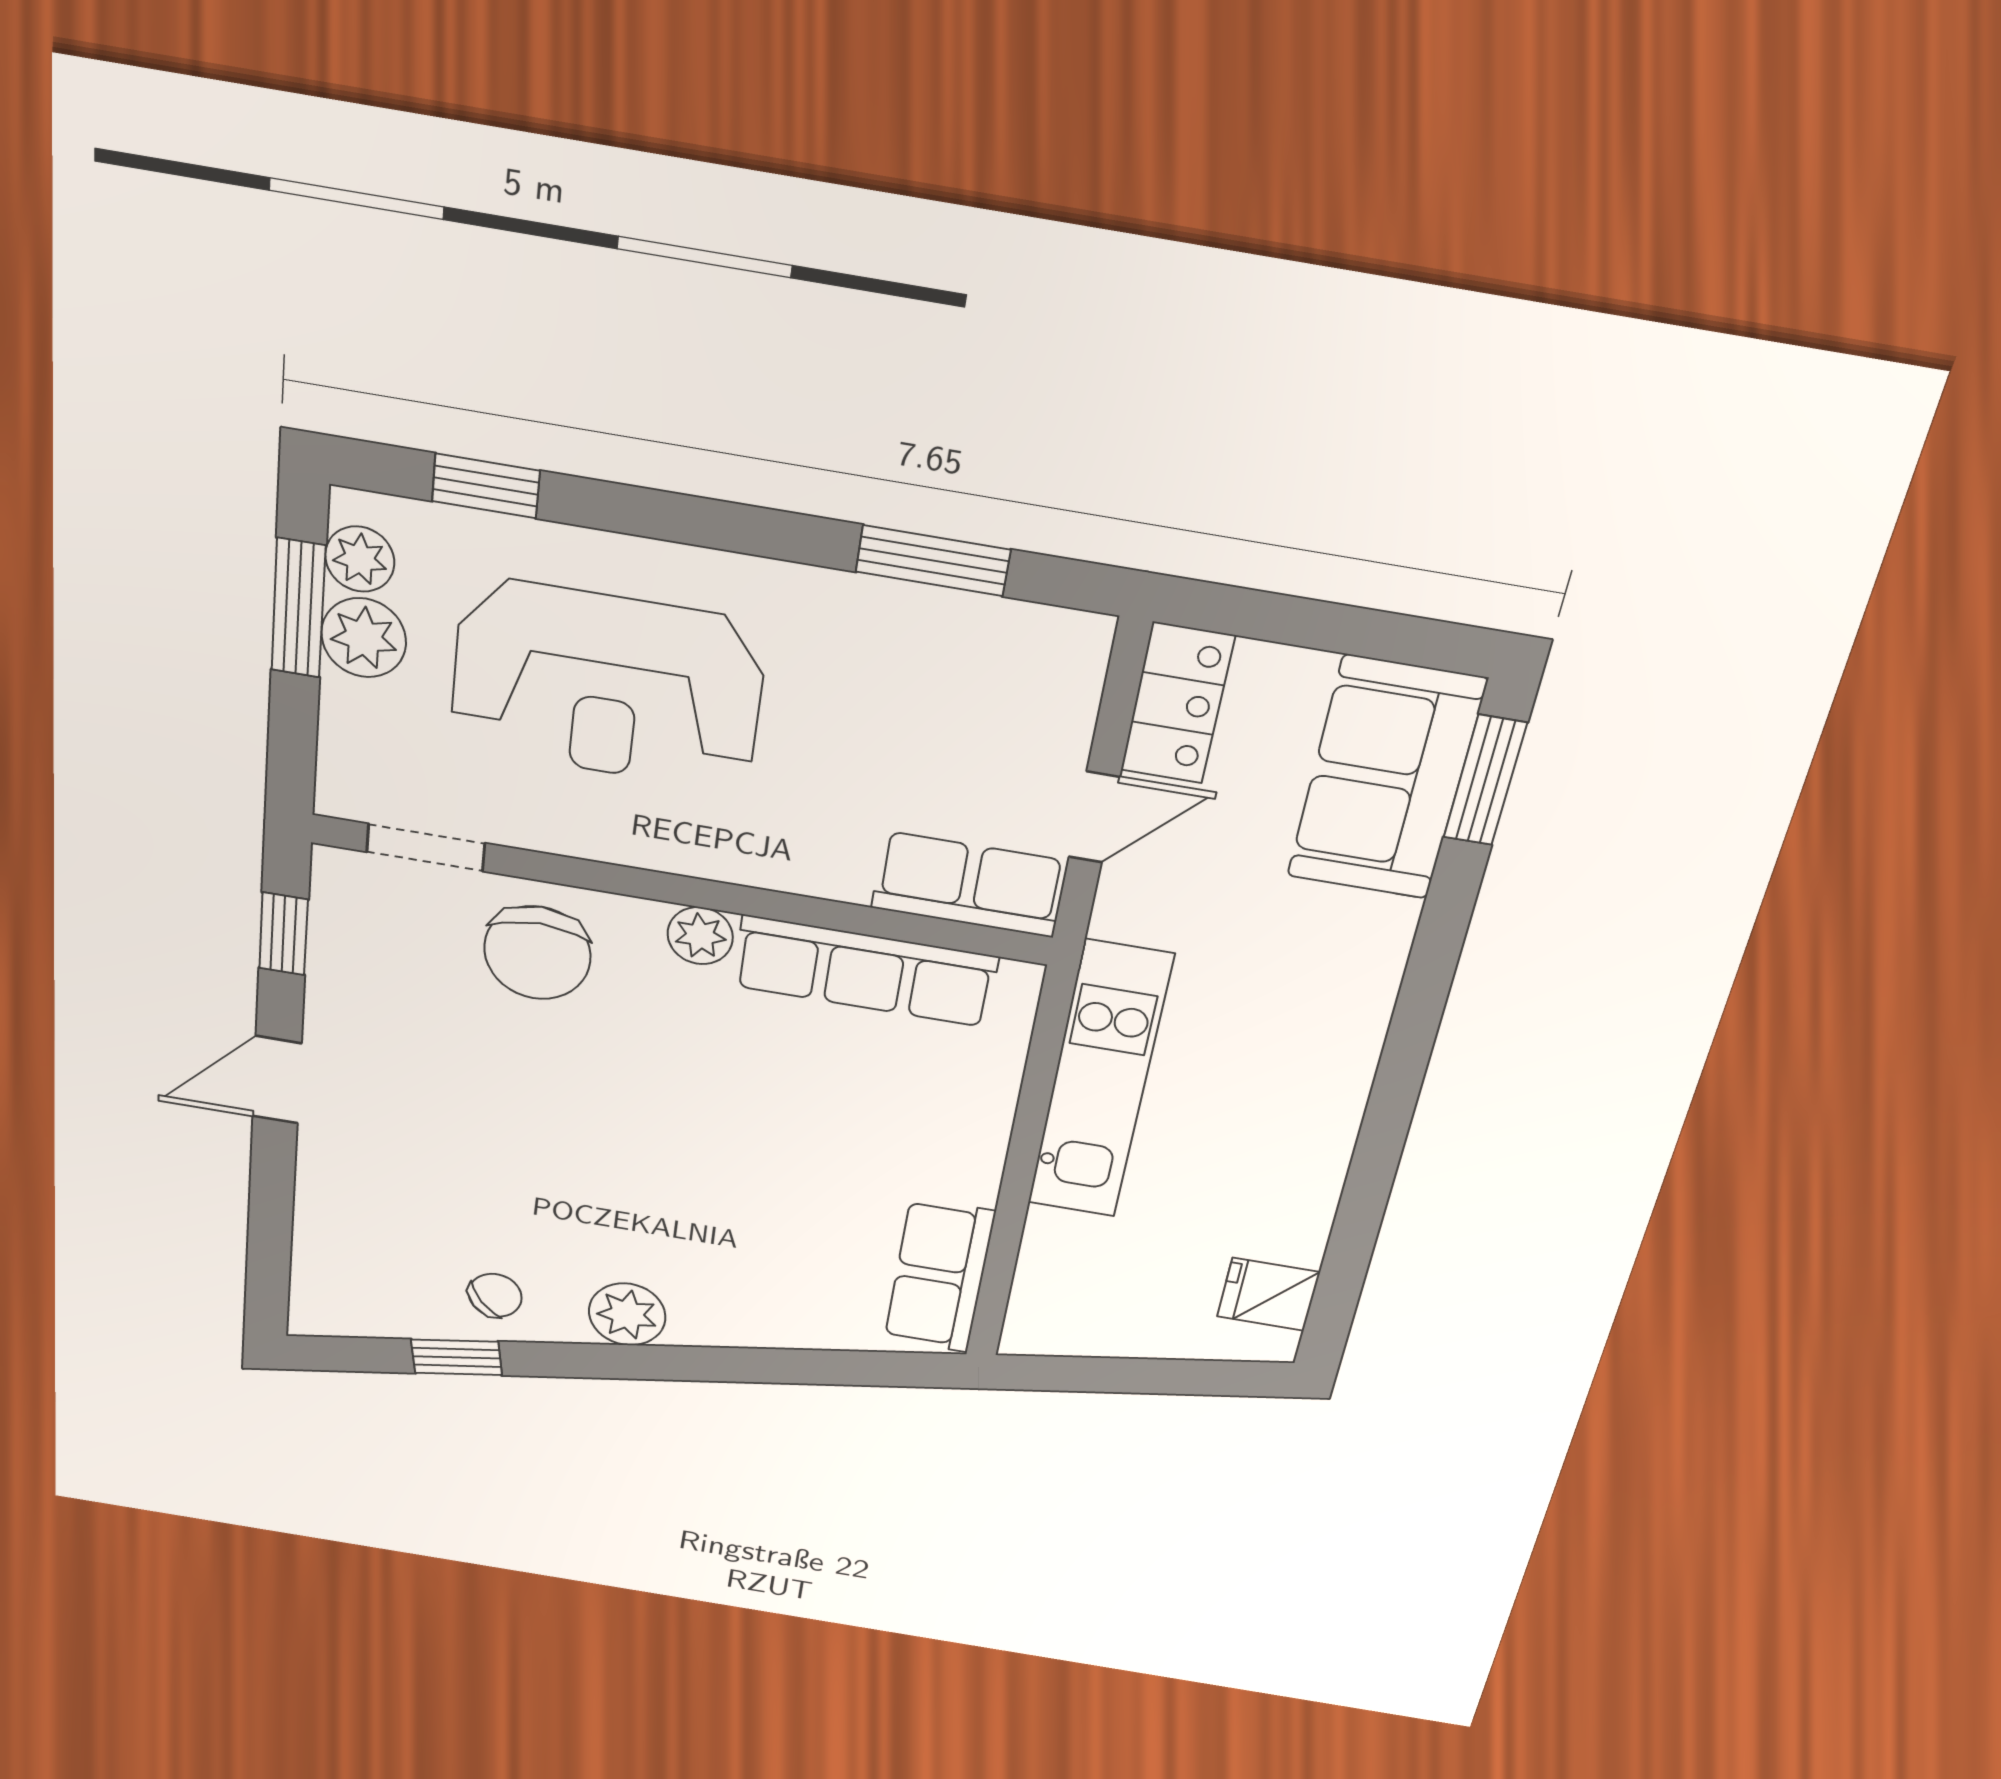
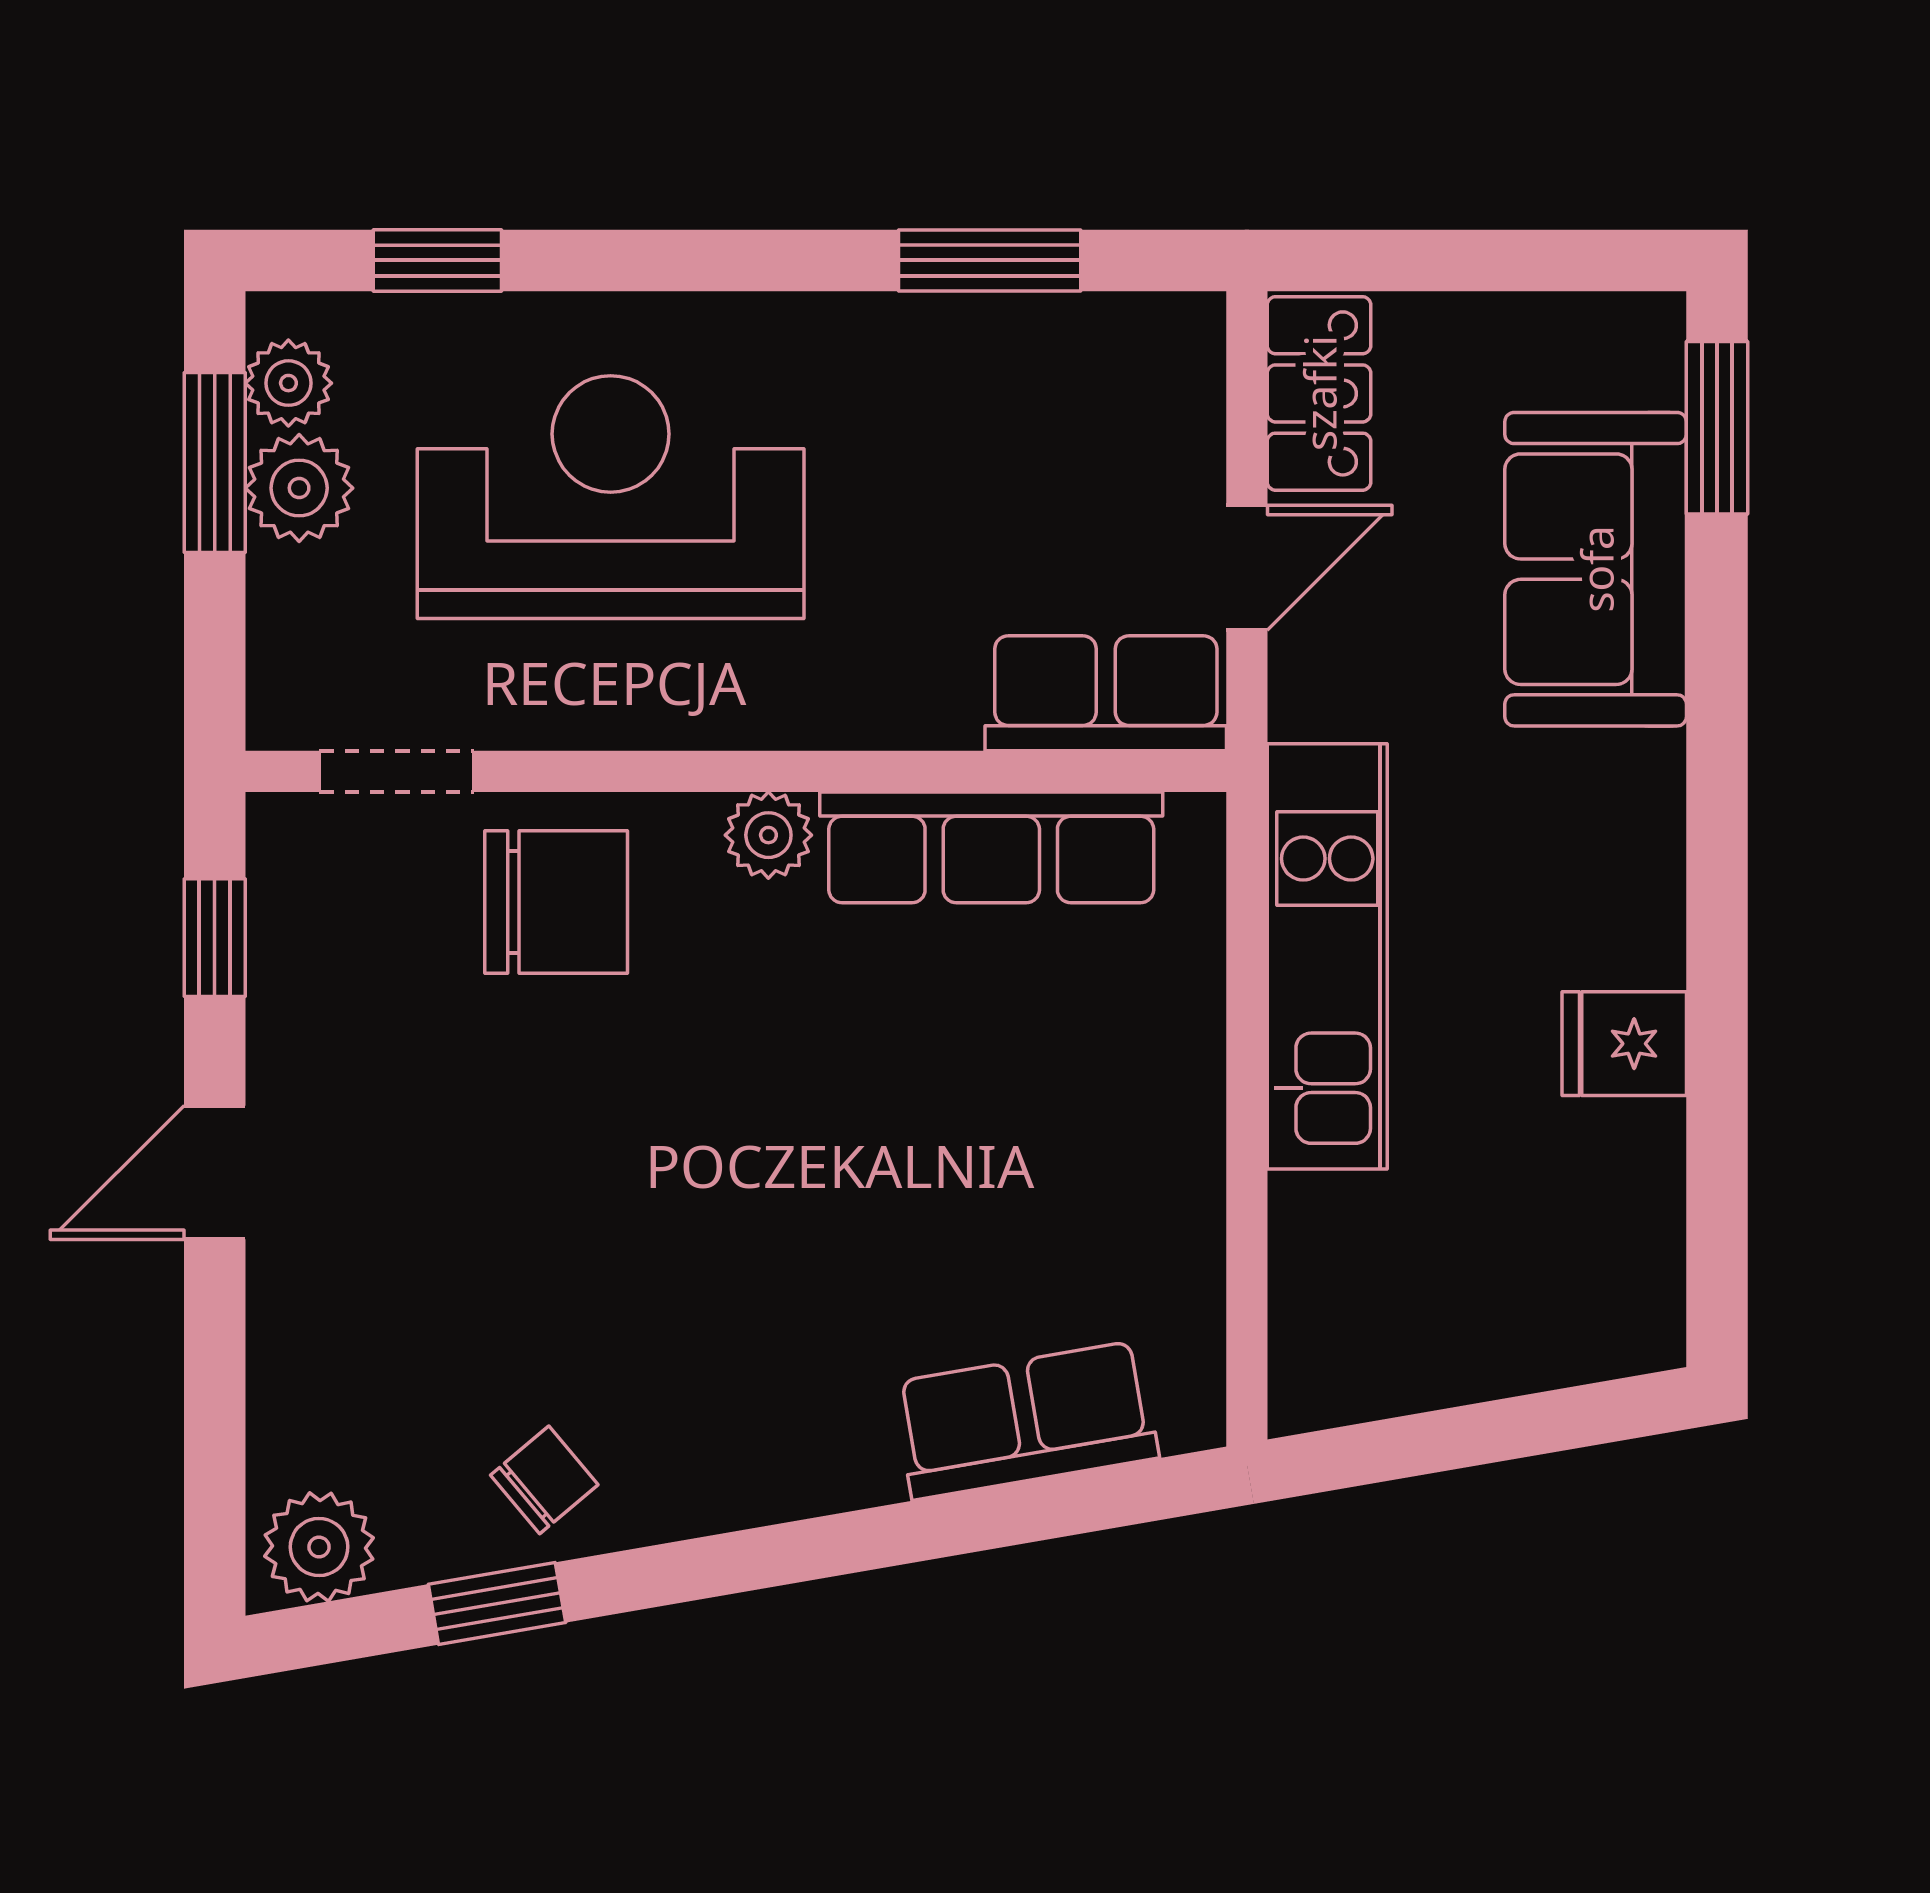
reception desk: (607, 685) -> (611, 497), turned 180
sofa: (1386, 779) -> (1596, 569), moved
chair: (537, 953) -> (556, 902), turned -90
row of seats: (939, 1276) -> (1026, 1420), moved, turned 80
fridge: (1268, 1294) -> (1624, 1044), moved
plant: (627, 1314) -> (319, 1547), moved

